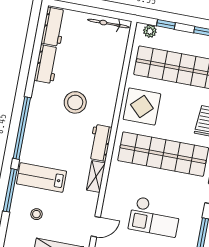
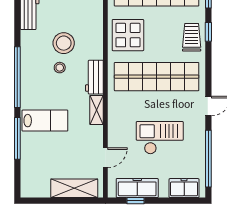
lab bench: (41, 177) -> (45, 121), turned 180
stool: (36, 214) -> (60, 68), moved
checkout: (155, 217) -> (160, 138), turned 180

